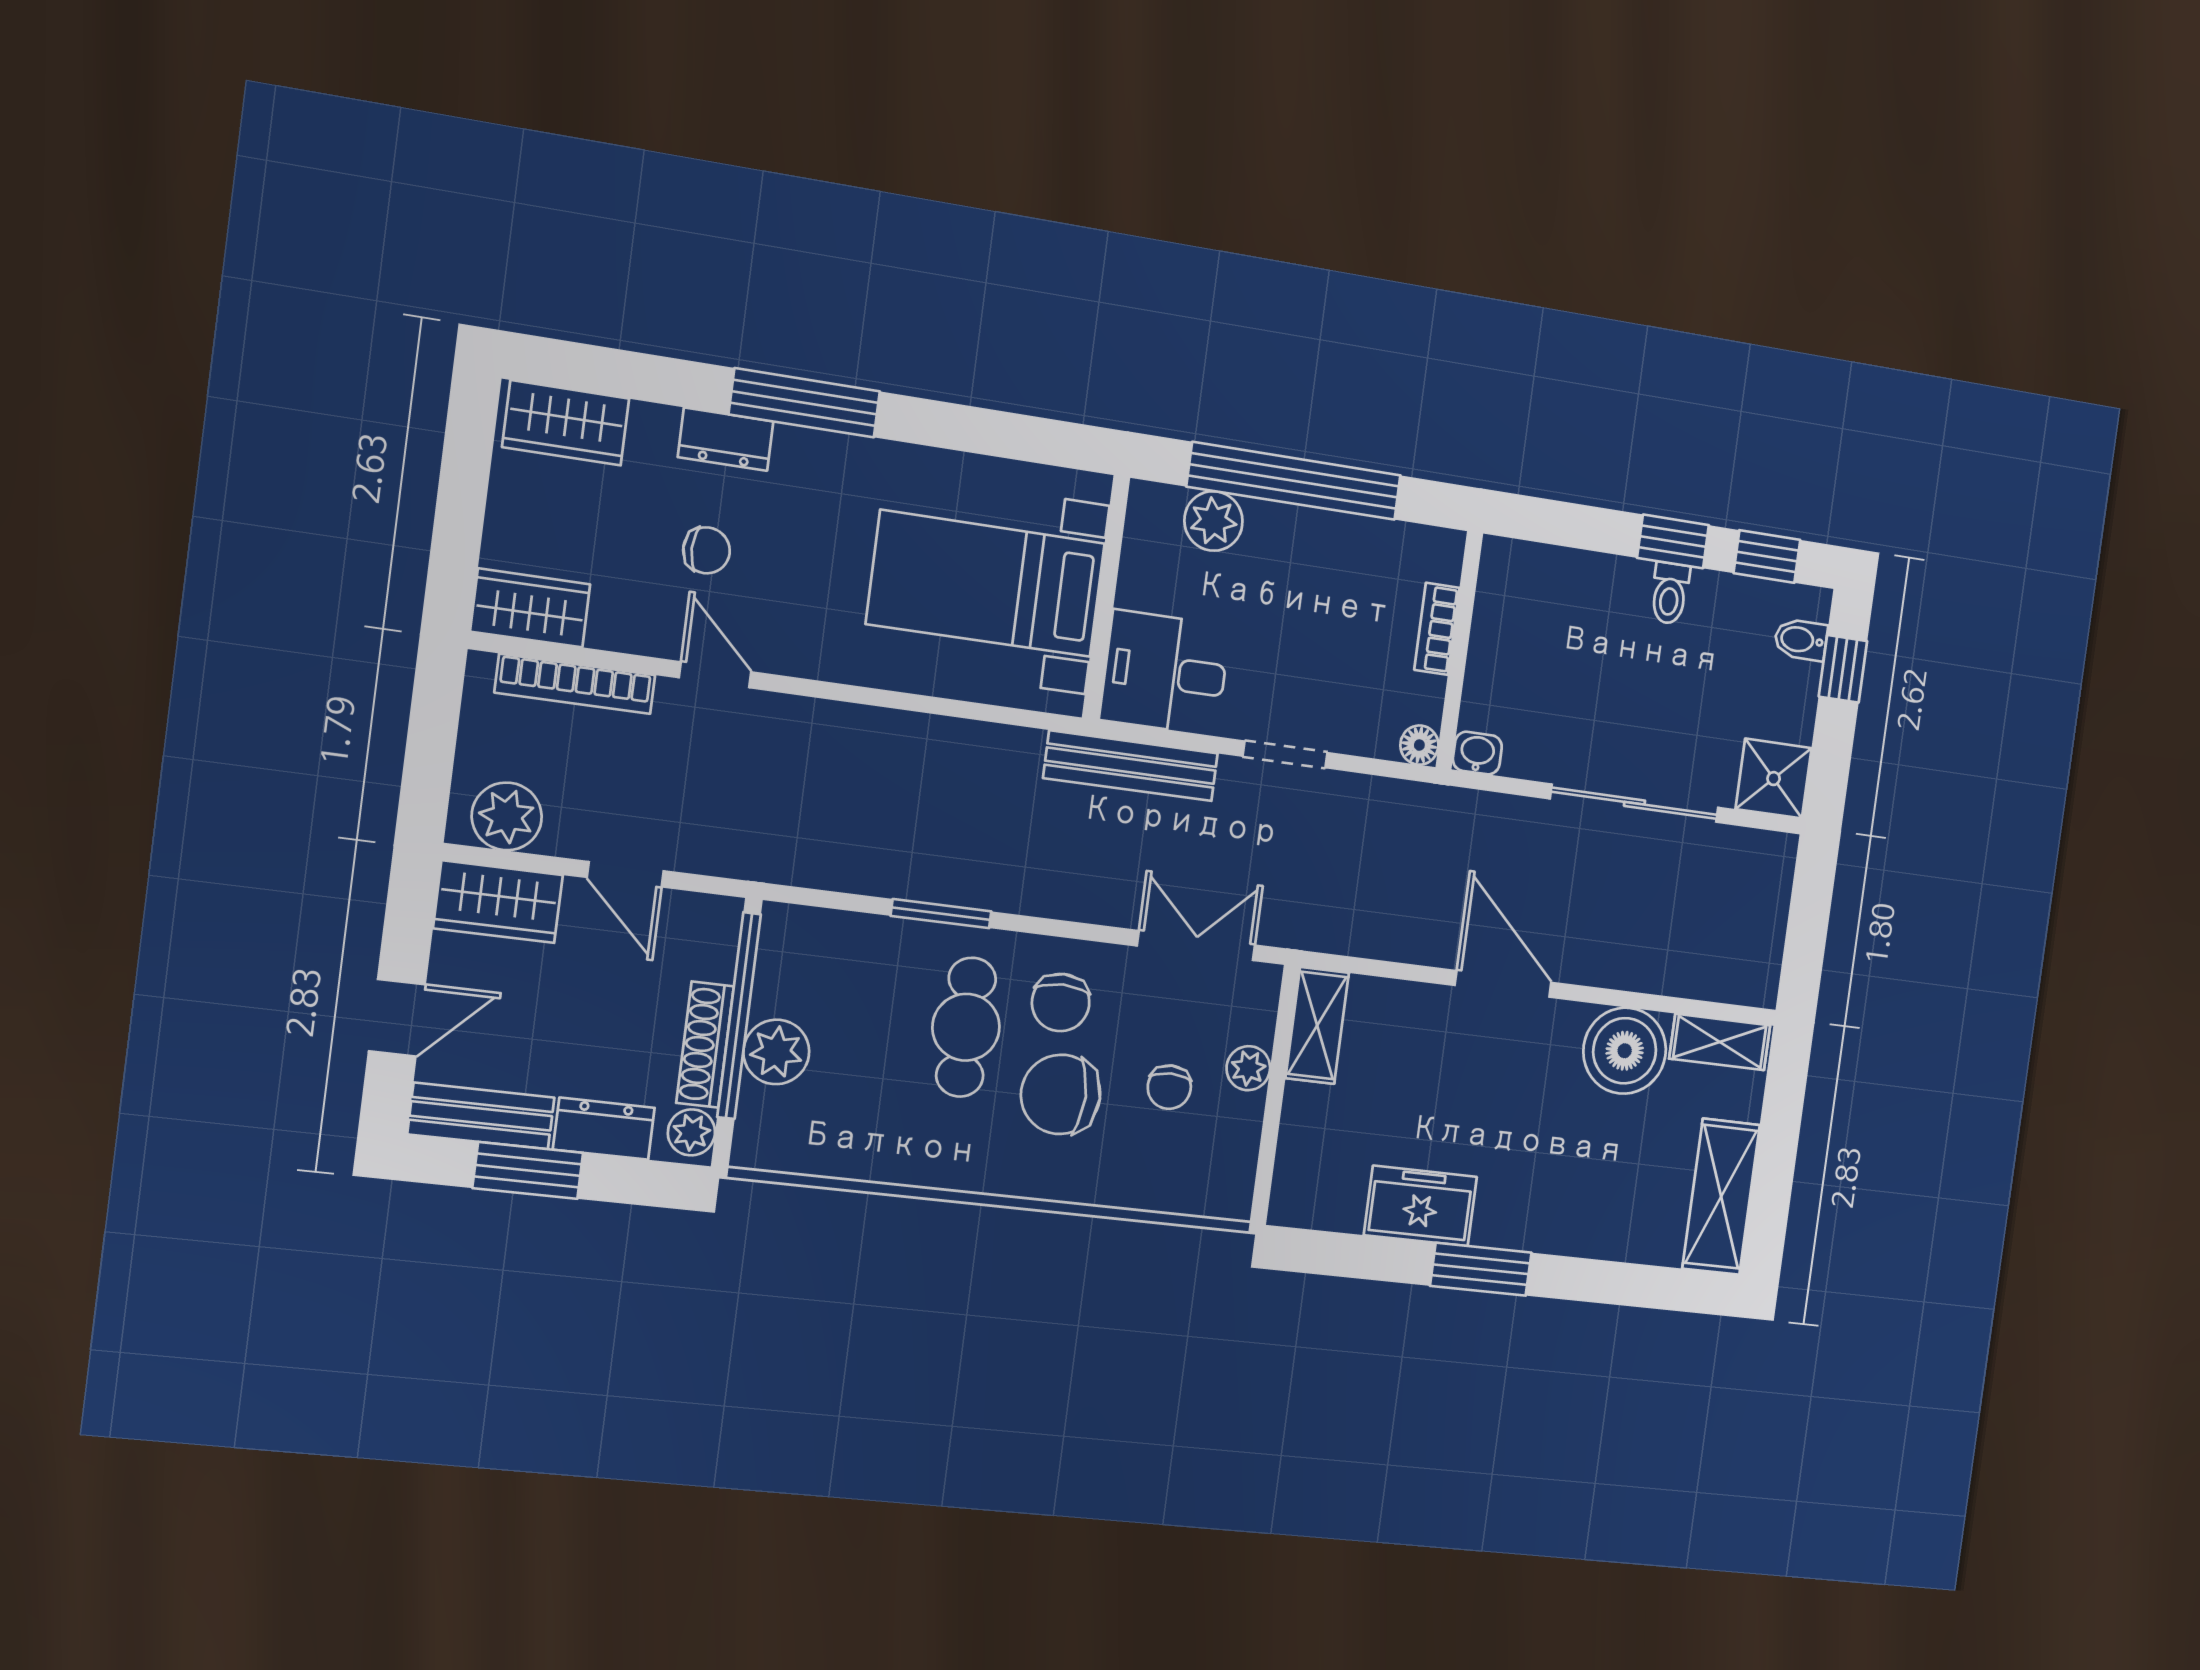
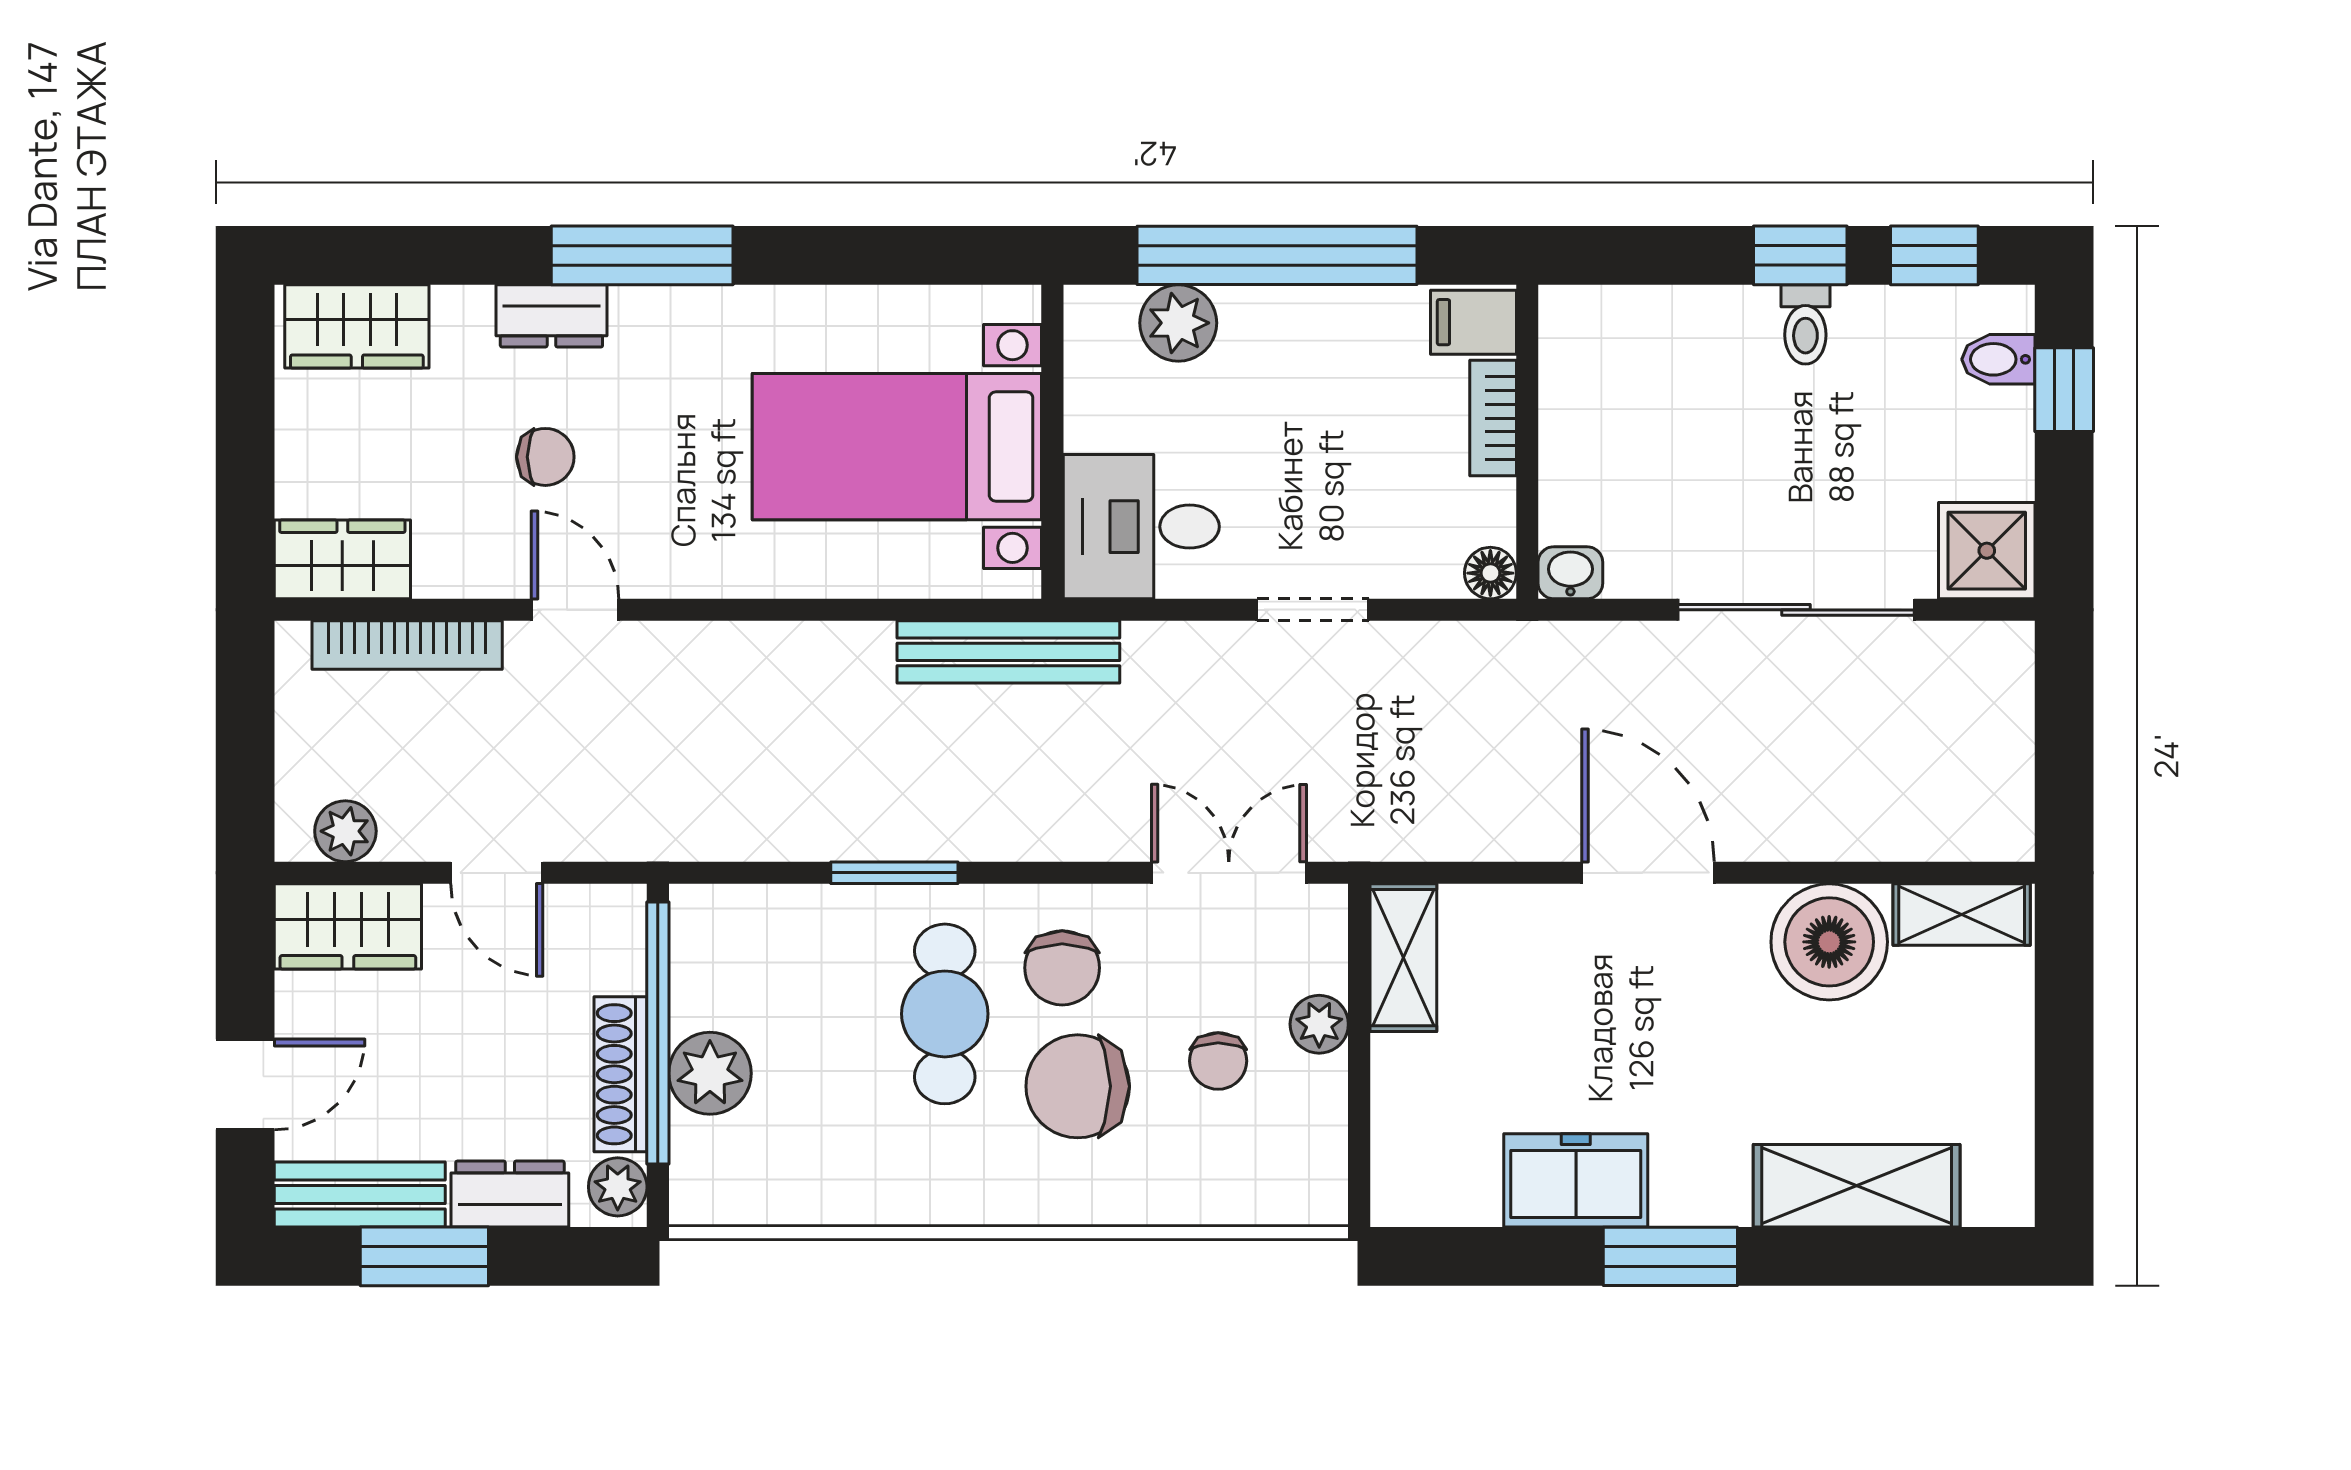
filing cabinet: (1432, 554) -> (1473, 322), added
bench: (1131, 766) -> (1008, 652), moved
plant: (507, 816) -> (345, 831), width x0.73, depth x0.73
shelving: (1721, 1197) -> (1857, 1186), moved, turned 90

